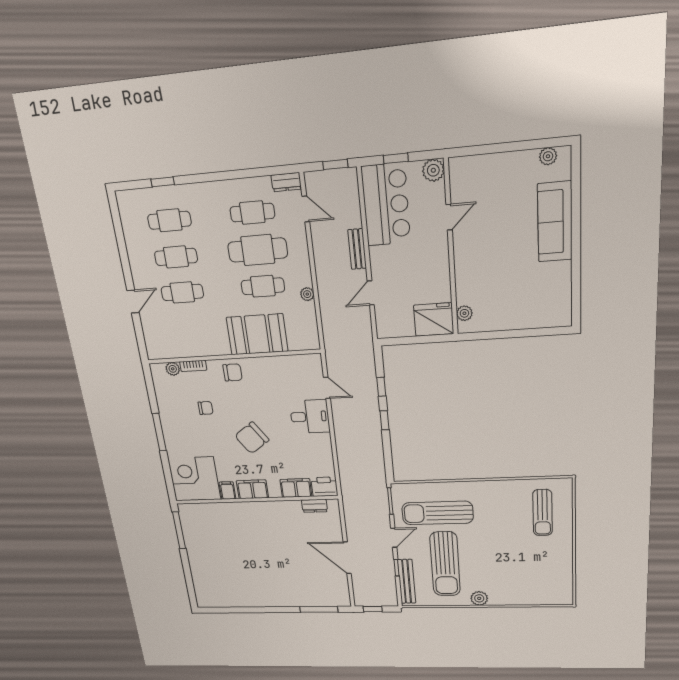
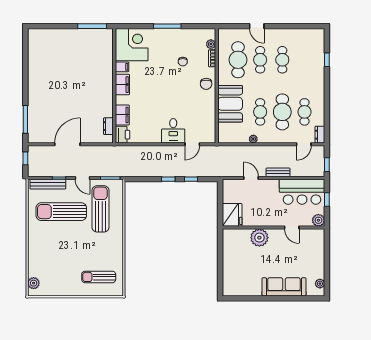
cafe table: (169, 220) -> (238, 60), moved, width x1.37, depth x1.35
plant: (464, 313) -> (259, 238), moved, width x1.87, depth x1.87
chair: (252, 438) -> (160, 90), removed
plant: (479, 598) -> (34, 283), moved

